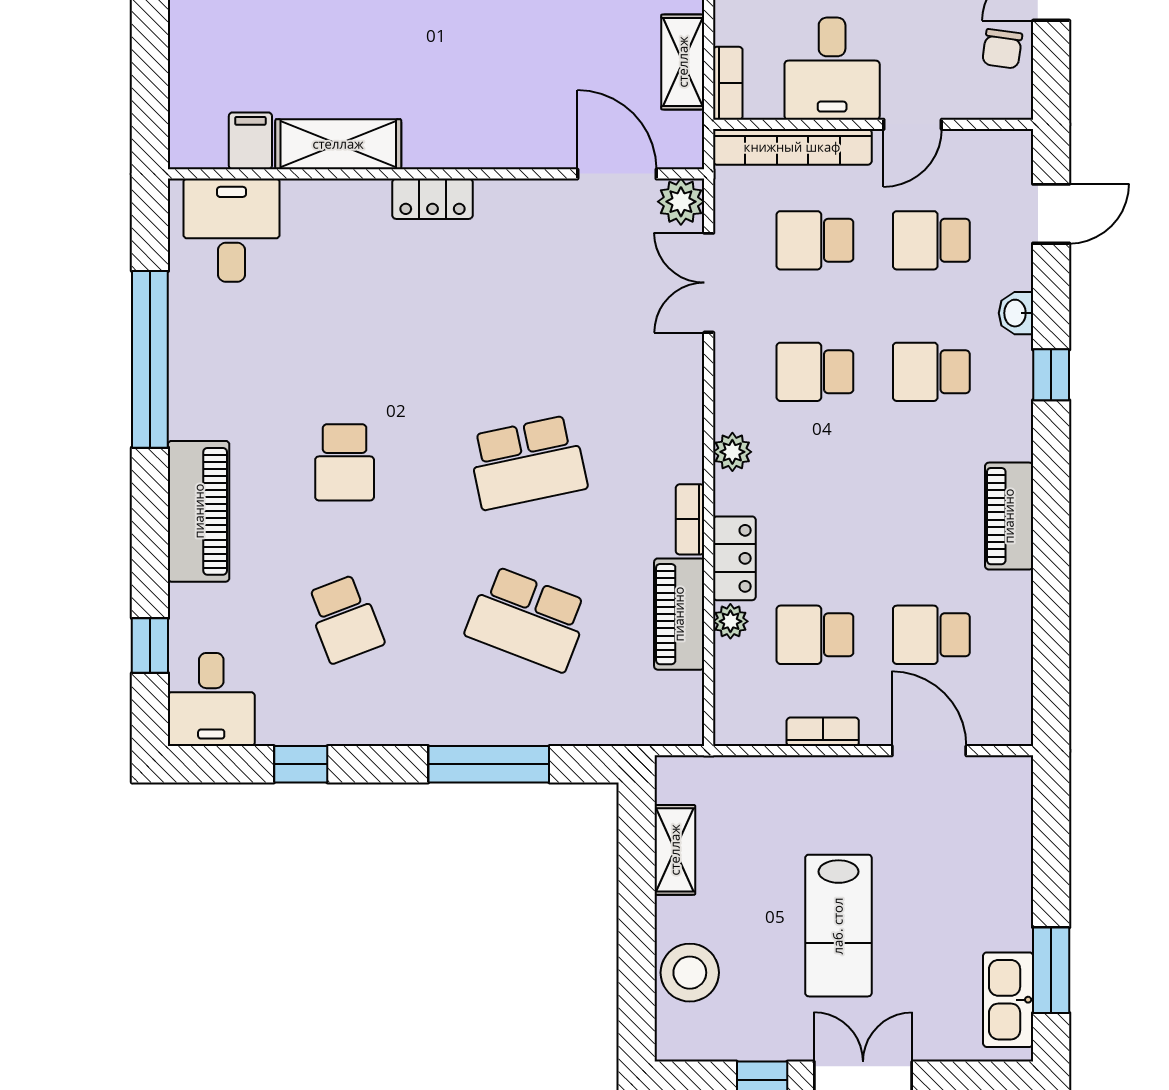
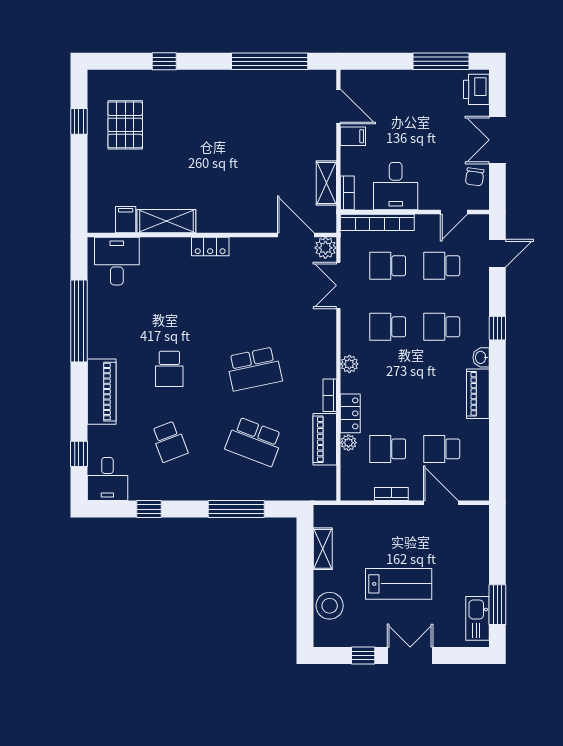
door: (913, 124) -> (454, 212), moved
washbasin: (1016, 313) -> (481, 357), moved
lab bench: (838, 926) -> (399, 584), turned -90

